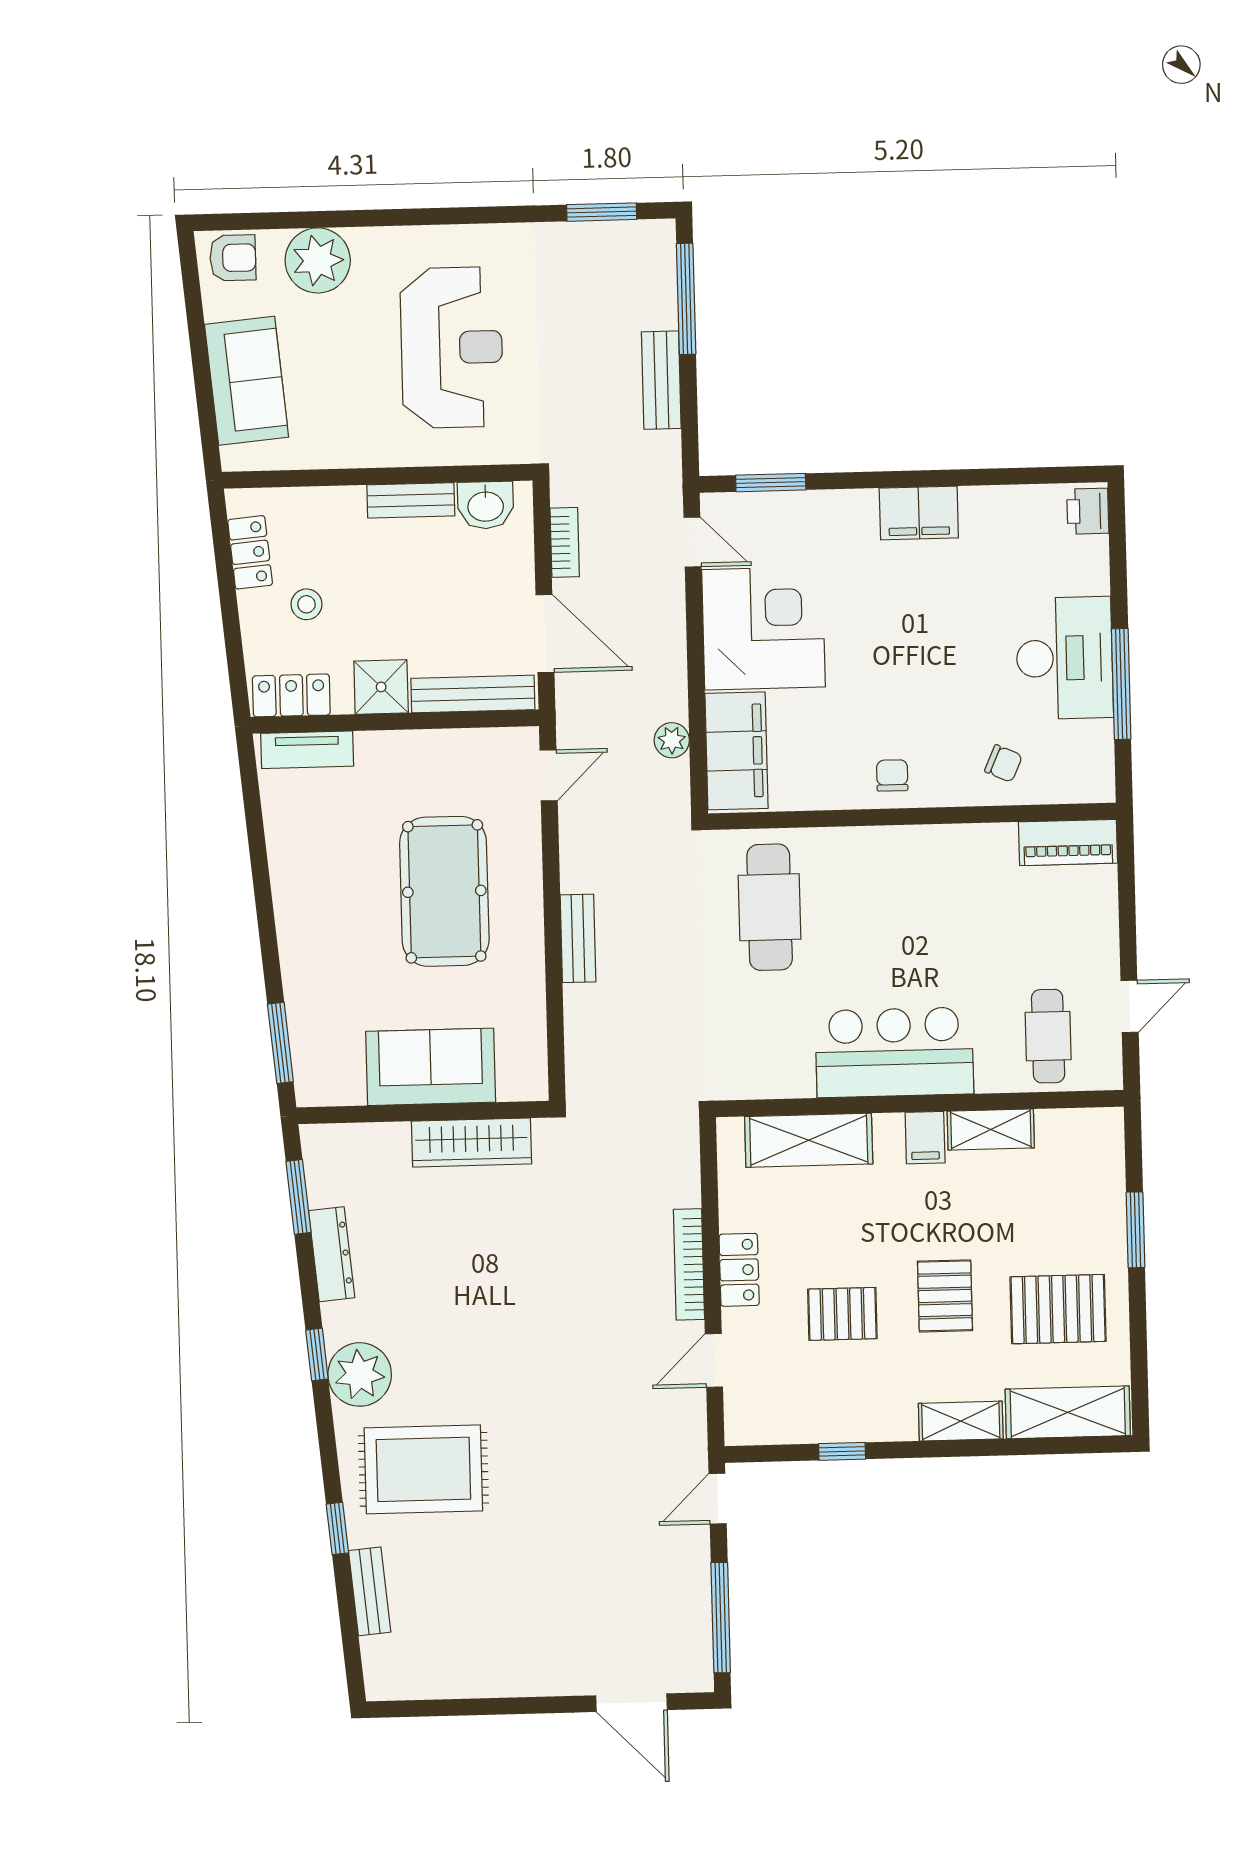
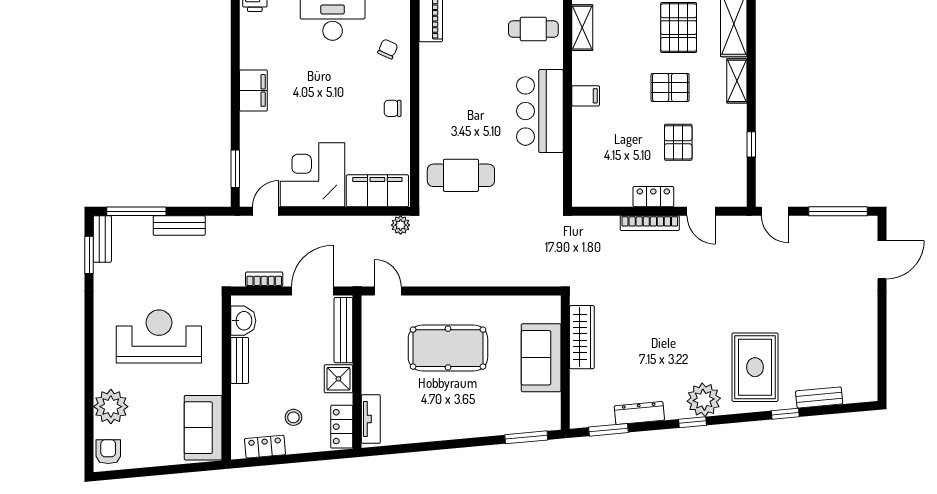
sofa: (247, 381) -> (203, 428), moved, turned -85
plant: (672, 740) -> (401, 225), moved
bench: (578, 938) -> (102, 239), moved, turned 90
shelving: (991, 1130) -> (582, 28), moved
shelving: (809, 1140) -> (585, 158), removed

